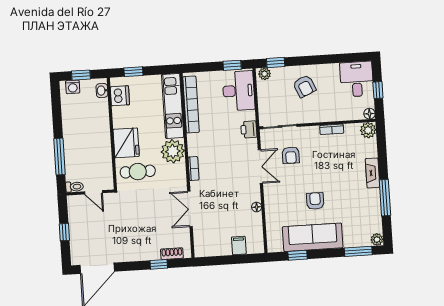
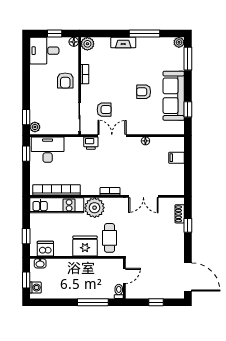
armchair: (304, 86) -> (65, 80), moved, turned 114
printer: (249, 129) -> (91, 143), moved

